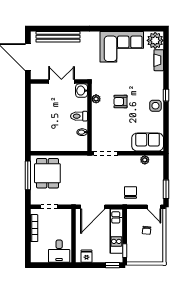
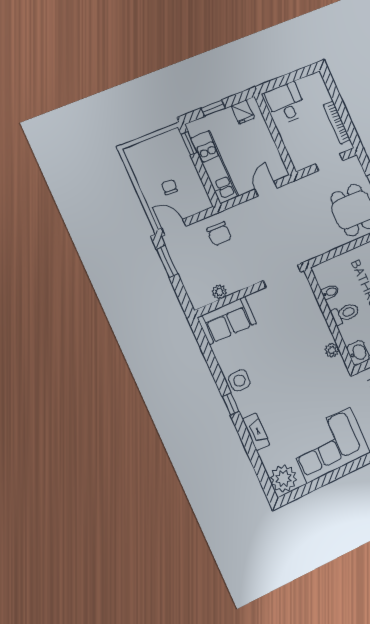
fireplace: (159, 60) -> (256, 432), moved
armchair: (121, 102) -> (294, 363), removed
door: (93, 207) -> (266, 189), width x0.53
window: (112, 265) -> (213, 108), moved

